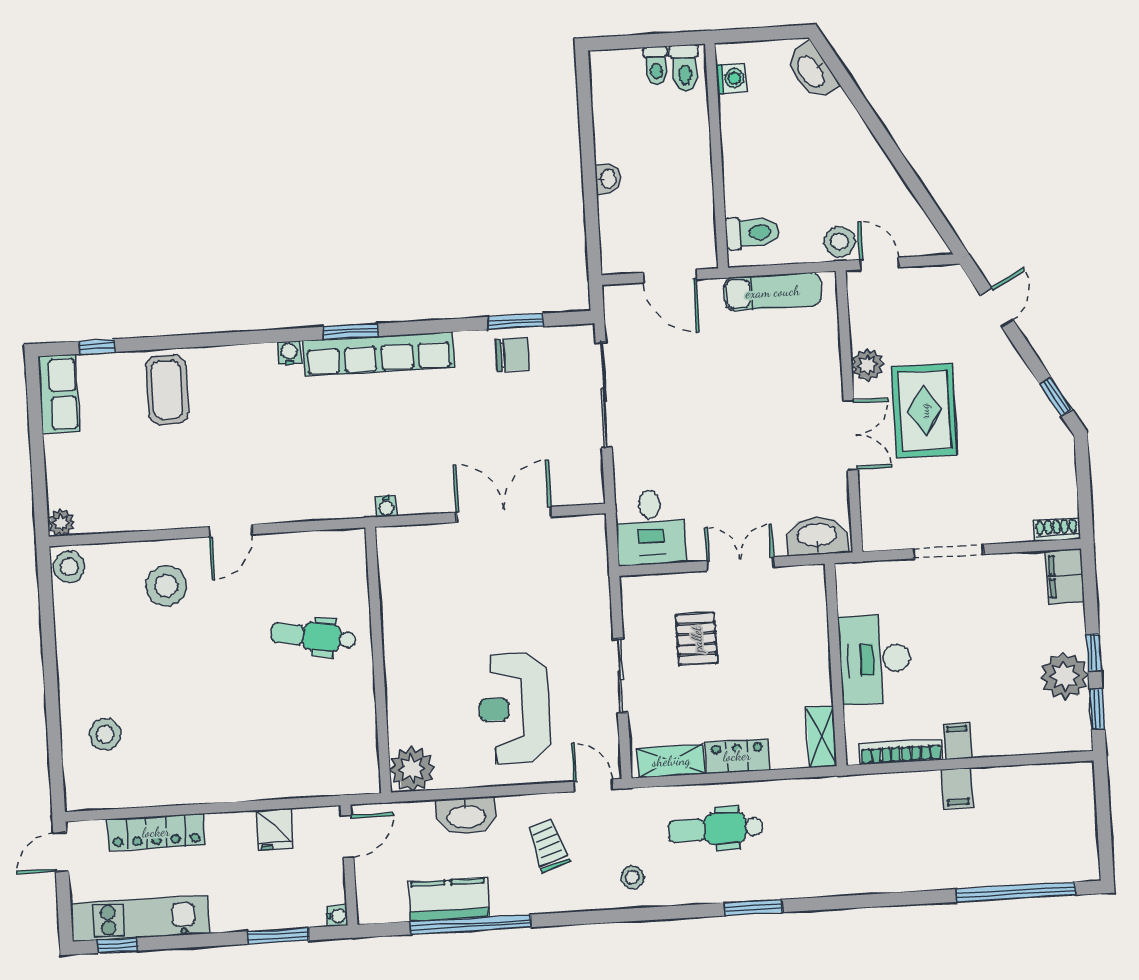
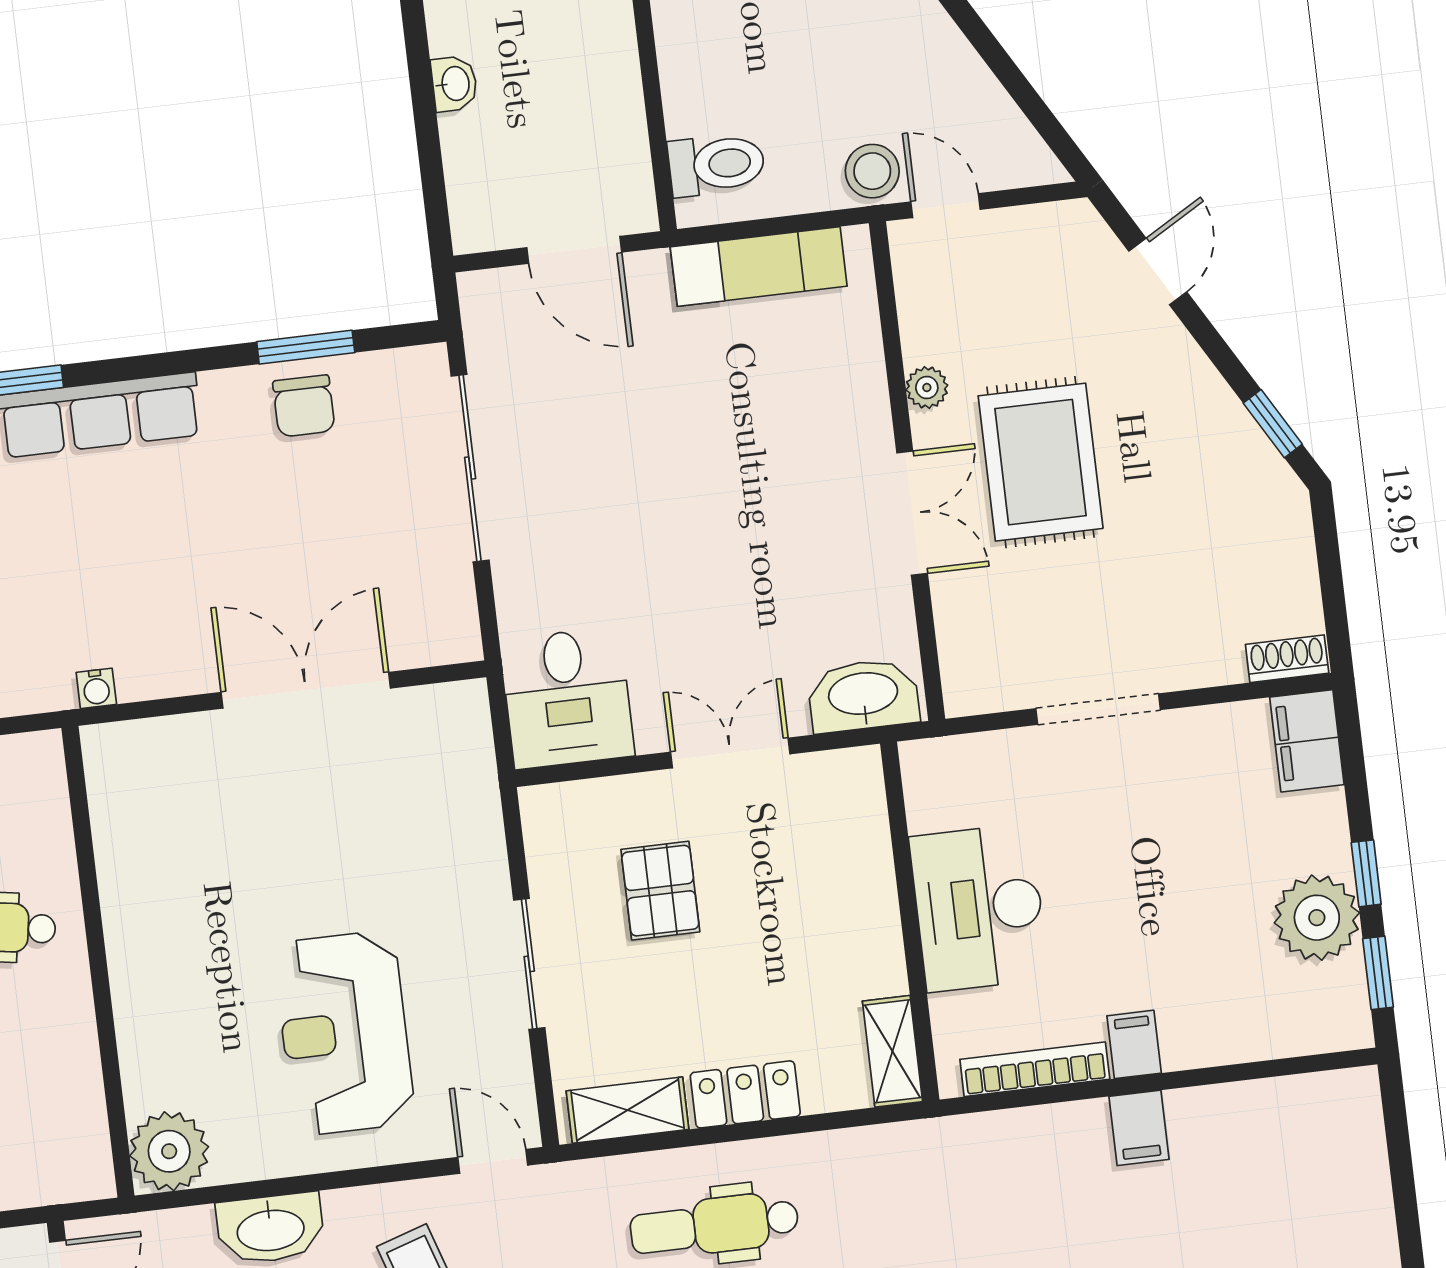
chair: (512, 355) -> (304, 406), turned 90
plant: (868, 365) -> (927, 388), width x0.73, depth x0.73

